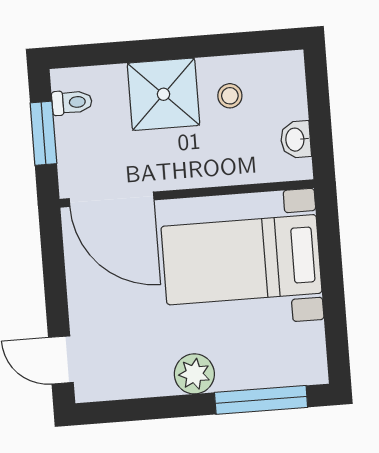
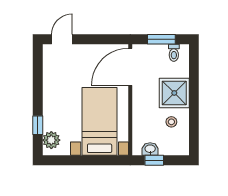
window: (320, 128) -> (154, 160), added
plant: (194, 374) -> (51, 140), moved
window: (261, 400) -> (38, 125), width x0.46

